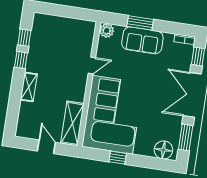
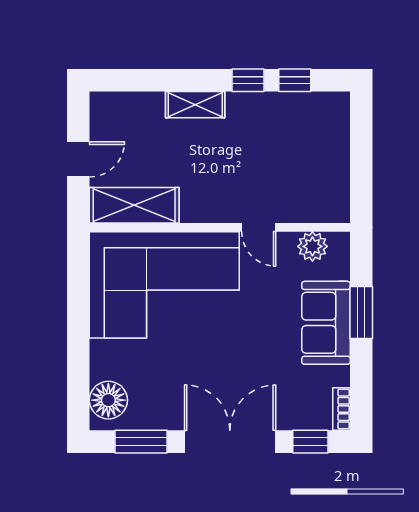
plant: (107, 30) -> (312, 246), moved
window: (118, 158) -> (78, 309), removed

